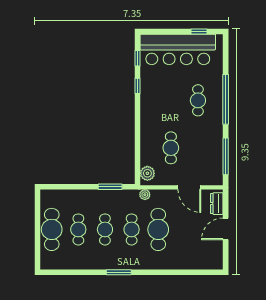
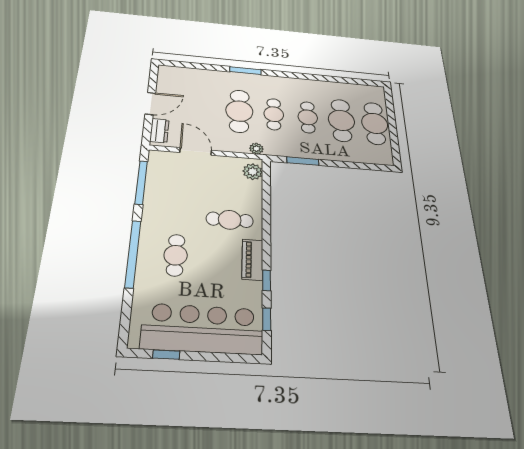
piano: (147, 101) -> (252, 260), added
cafe table: (171, 148) -> (230, 220), moved, turned 90
cafe table: (78, 229) -> (341, 120), width x1.37, depth x1.35
window: (119, 272) -> (245, 71), moved

